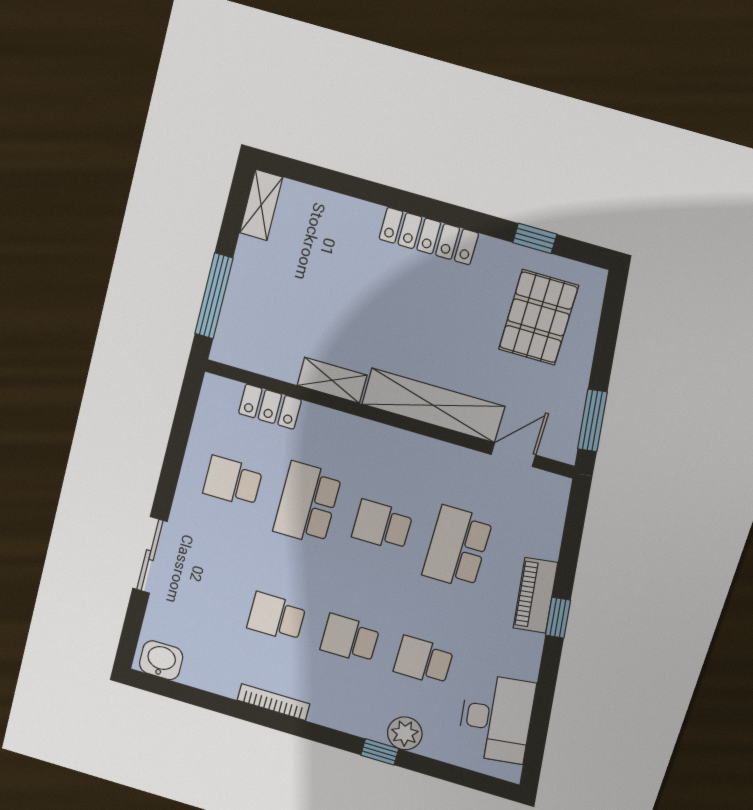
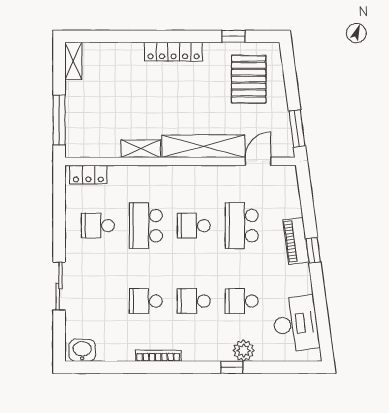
locker: (270, 407) -> (88, 175), moved

